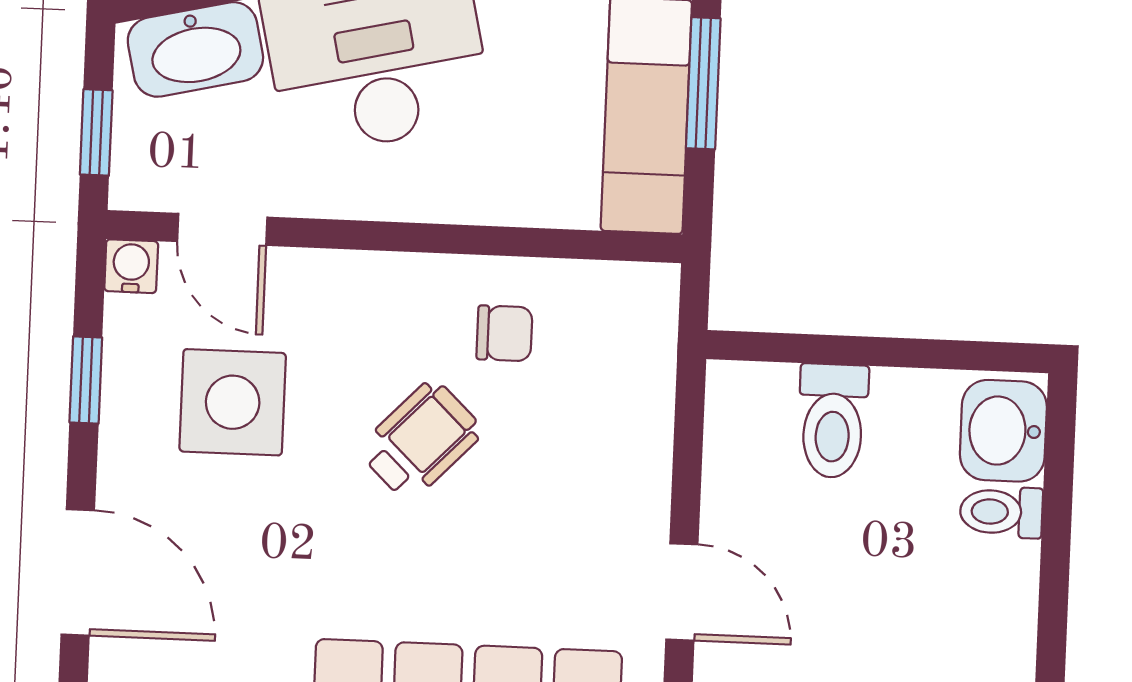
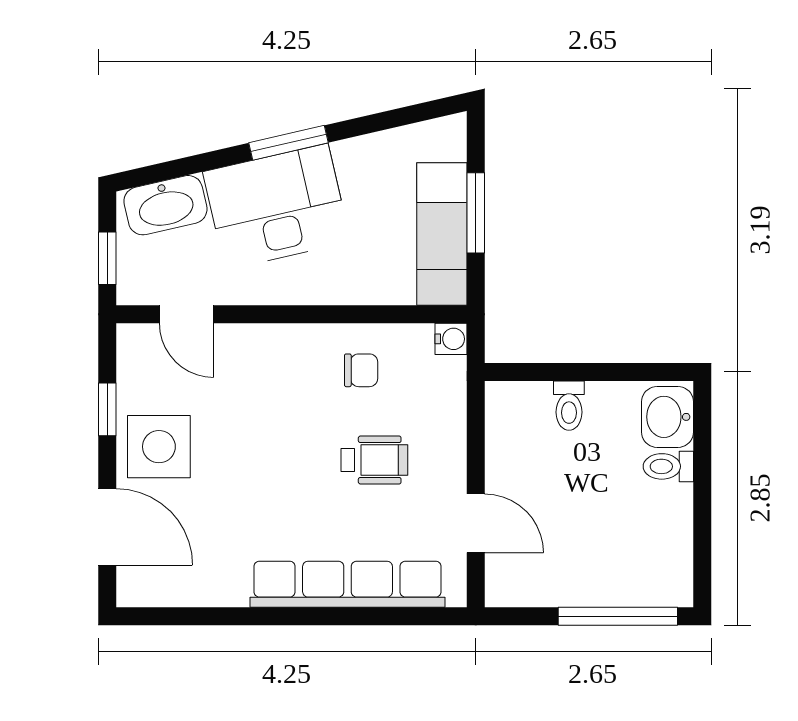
water cooler: (131, 266) -> (451, 339), moved, turned 90
side table: (233, 402) -> (159, 447), moved
toilet: (833, 421) -> (569, 406), width x0.73, depth x0.72
wheelchair: (421, 440) -> (374, 460), moved, turned 46

